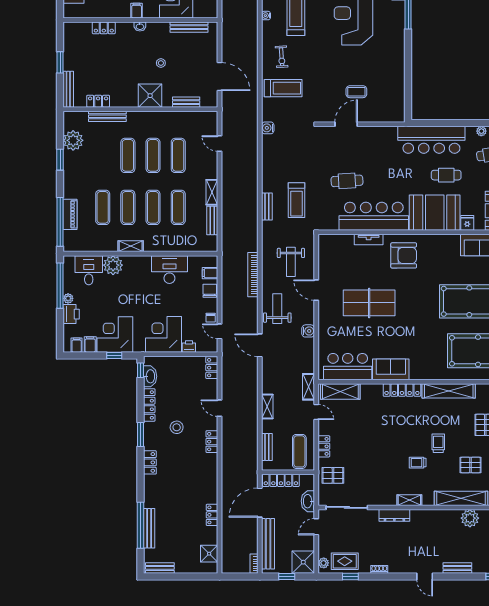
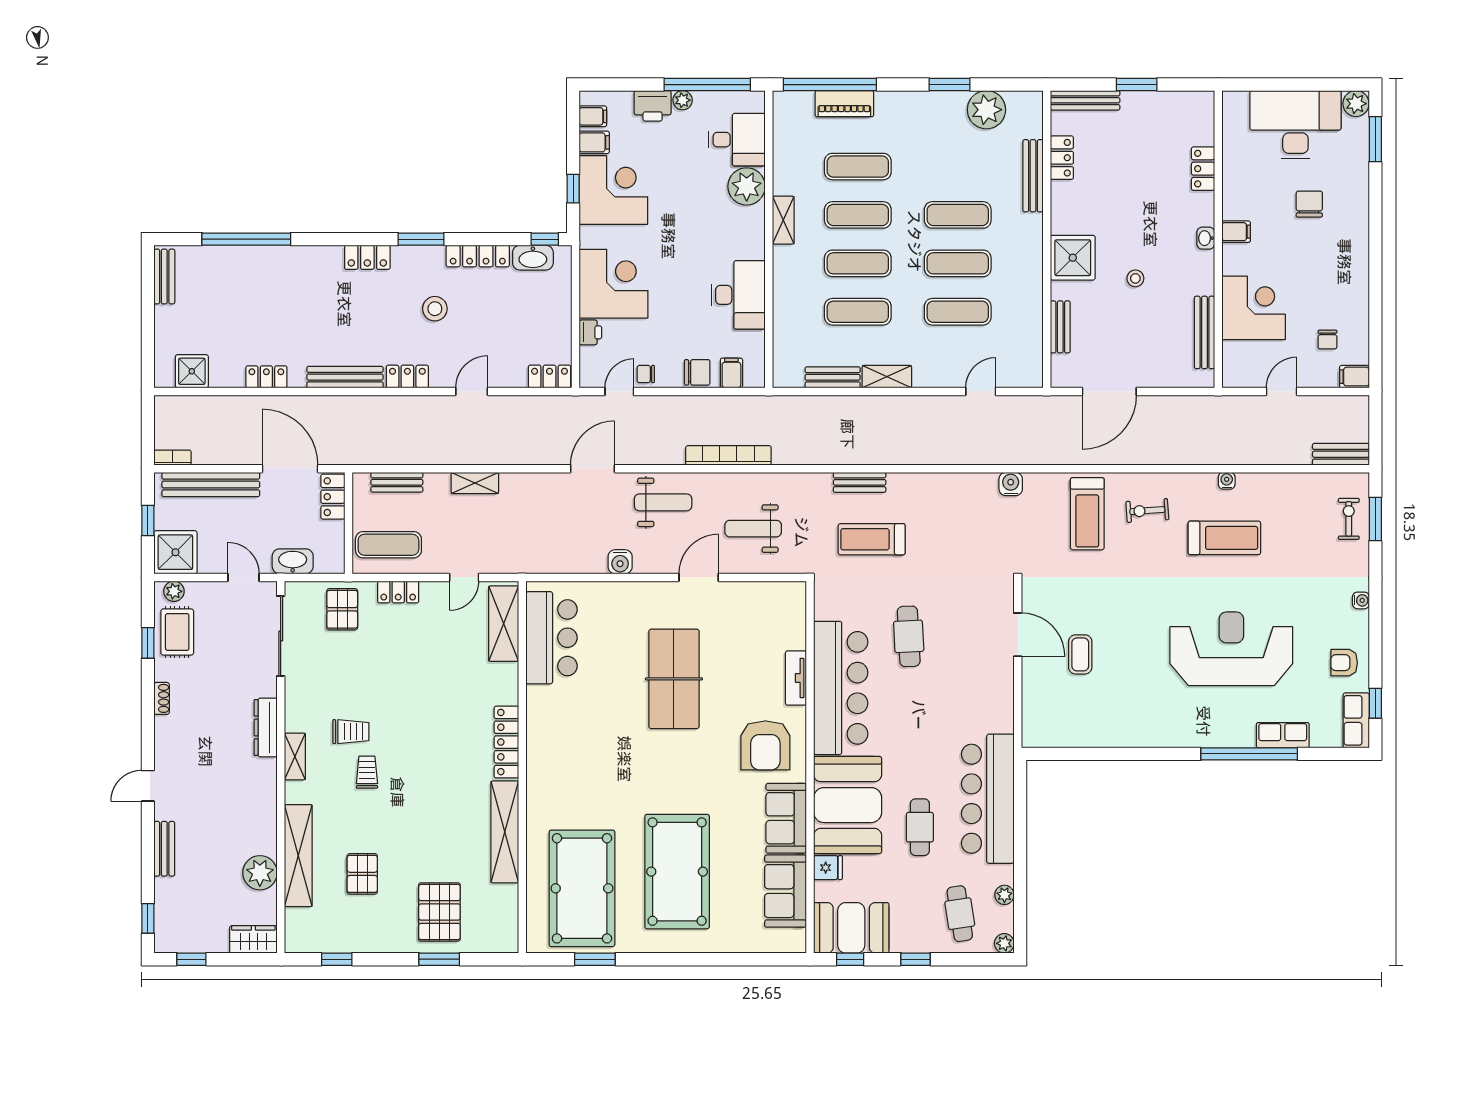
sofa: (391, 369) -> (786, 818), moved, turned 180
shelving: (308, 387) -> (513, 562), removed
trolley: (438, 443) -> (351, 732), moved
locker: (281, 480) -> (333, 497), width x0.66
bench: (149, 528) -> (345, 377), moved

